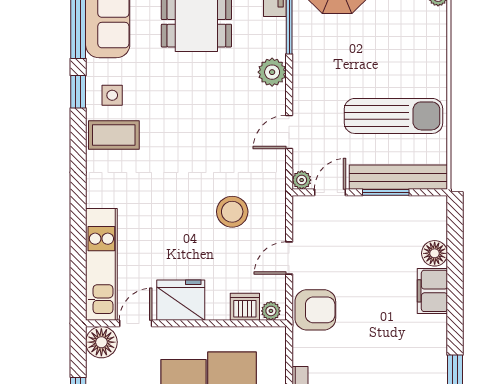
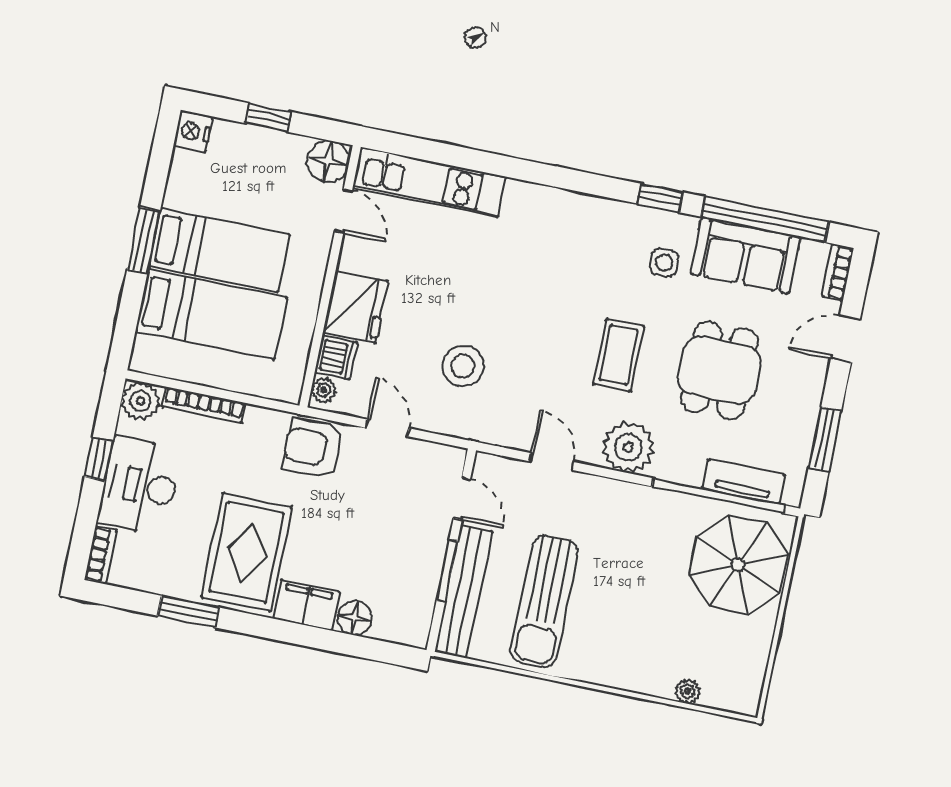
plant: (272, 72) -> (628, 447), width x1.36, depth x1.36
side table: (112, 95) -> (664, 263), moved
coffee table: (114, 135) -> (619, 355), moved
plant: (302, 180) -> (486, 465), removed
fridge: (181, 300) -> (355, 306), moved
armchair: (315, 310) -> (313, 448), turned 90
rug: (402, 343) -> (247, 552), added

